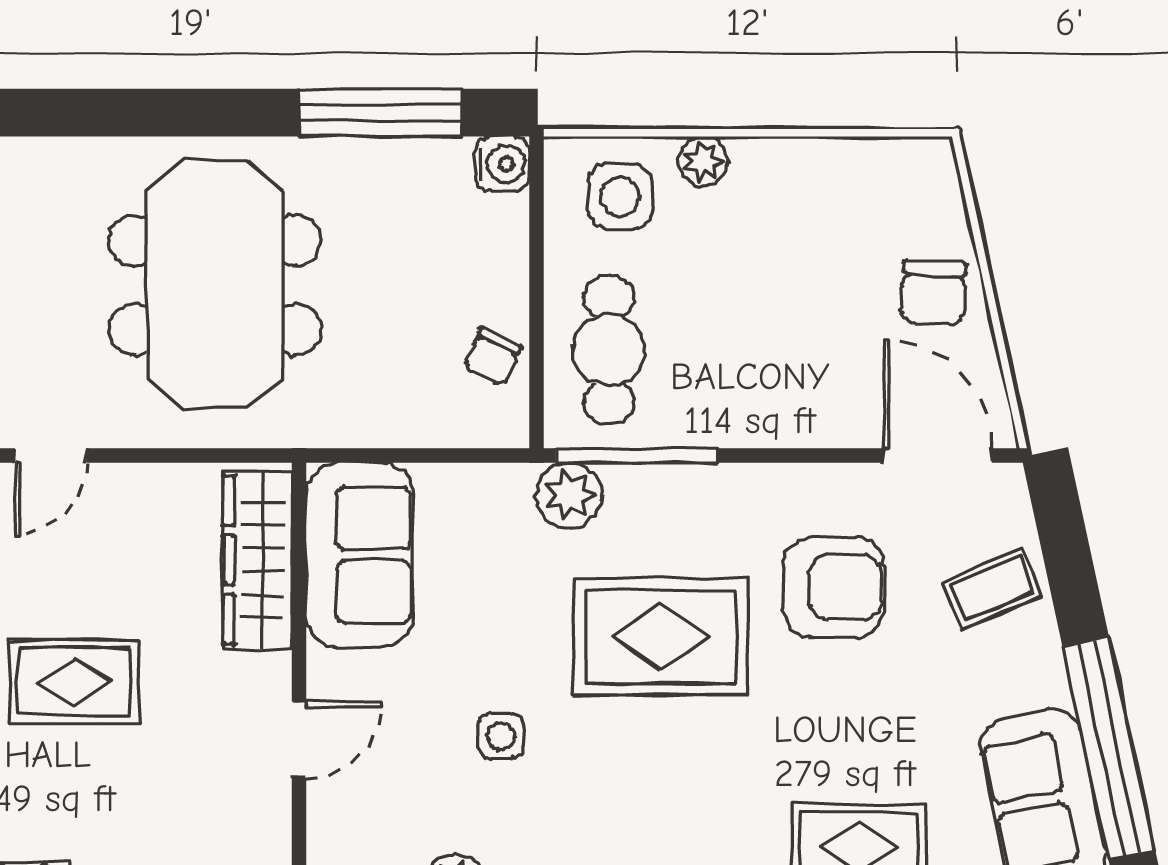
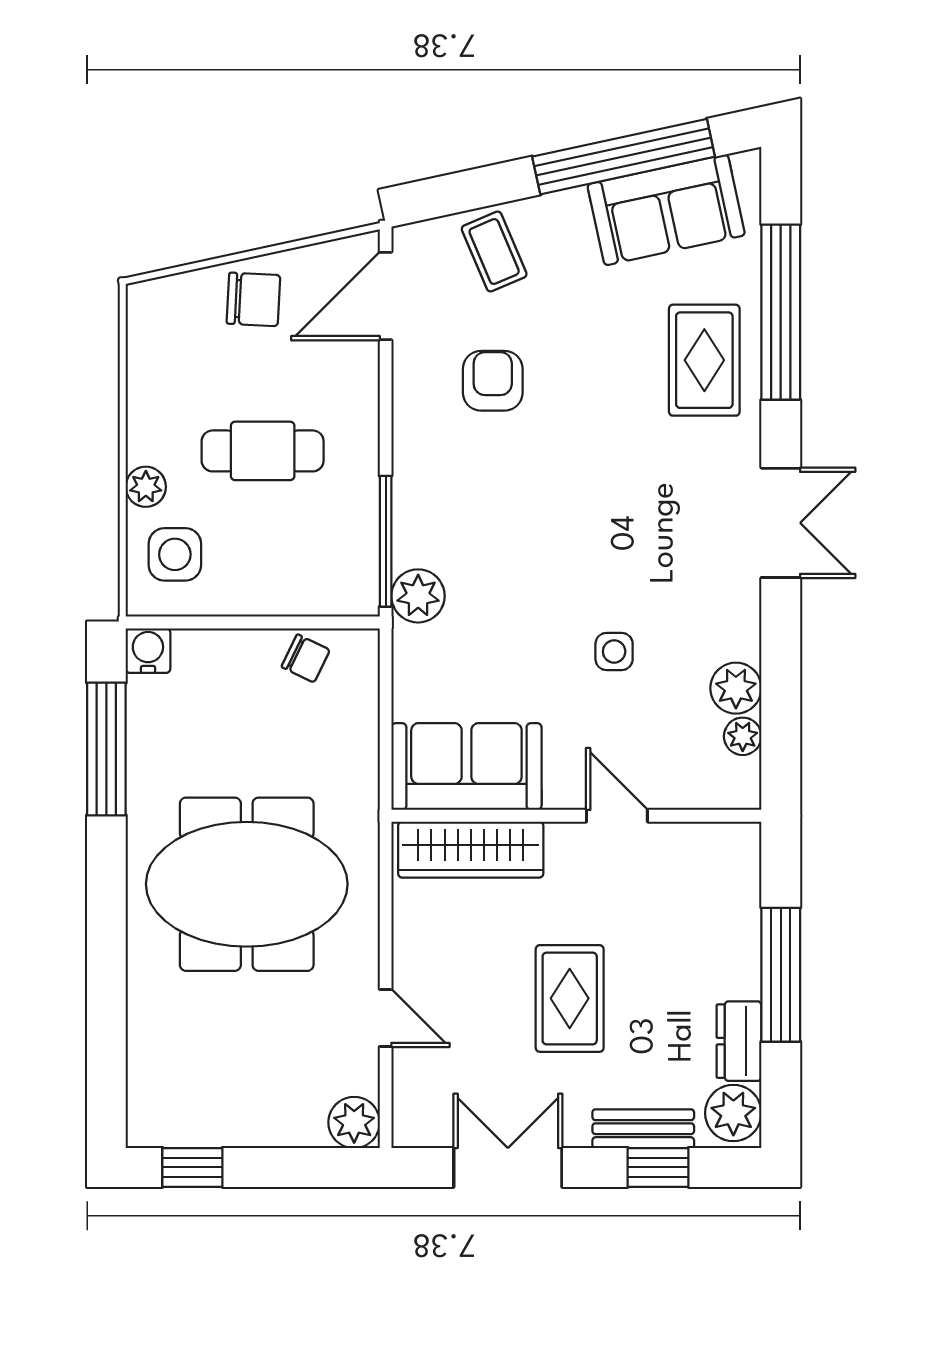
cafe table: (609, 350) -> (263, 451), moved
armchair: (833, 587) -> (493, 381), width x0.72, depth x0.72
rug: (661, 637) -> (533, 521), removed

